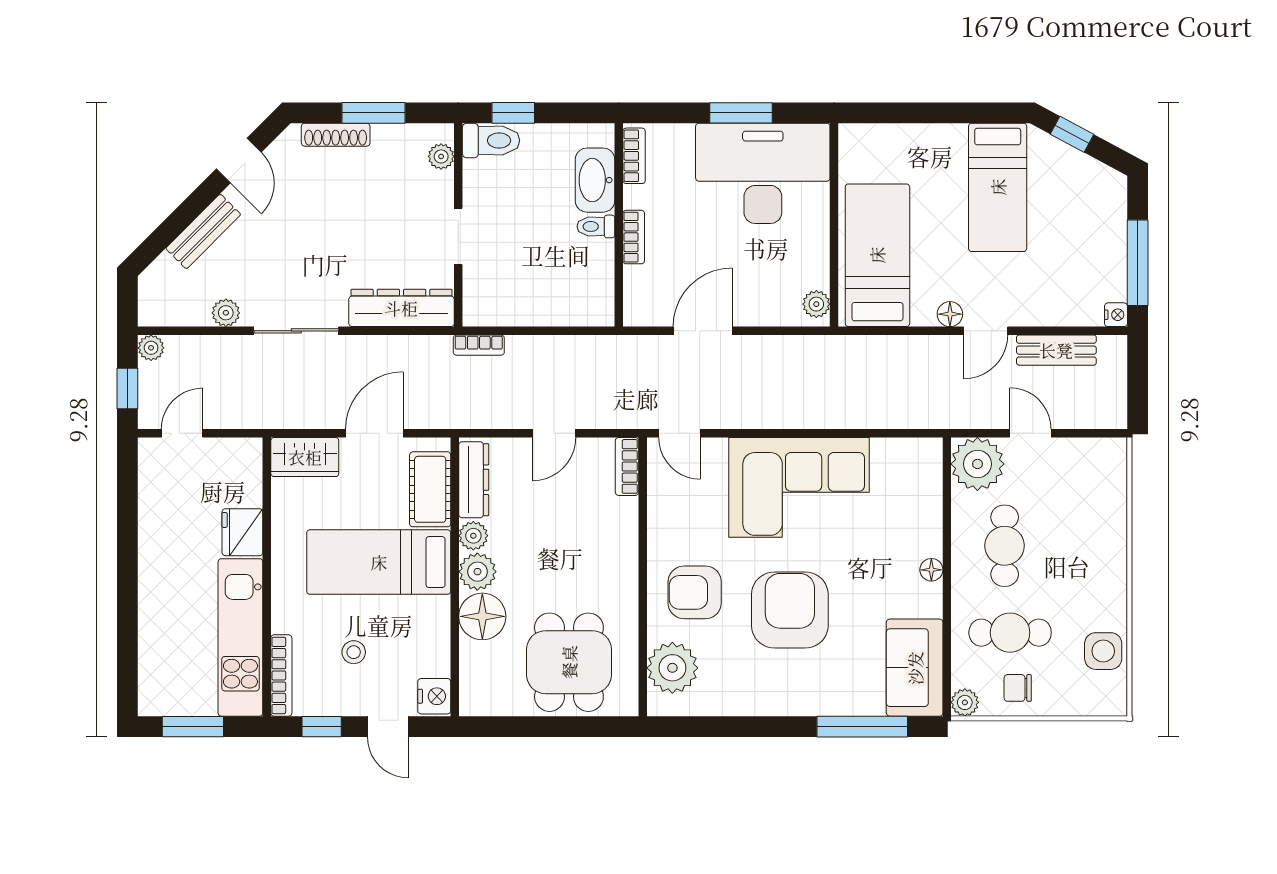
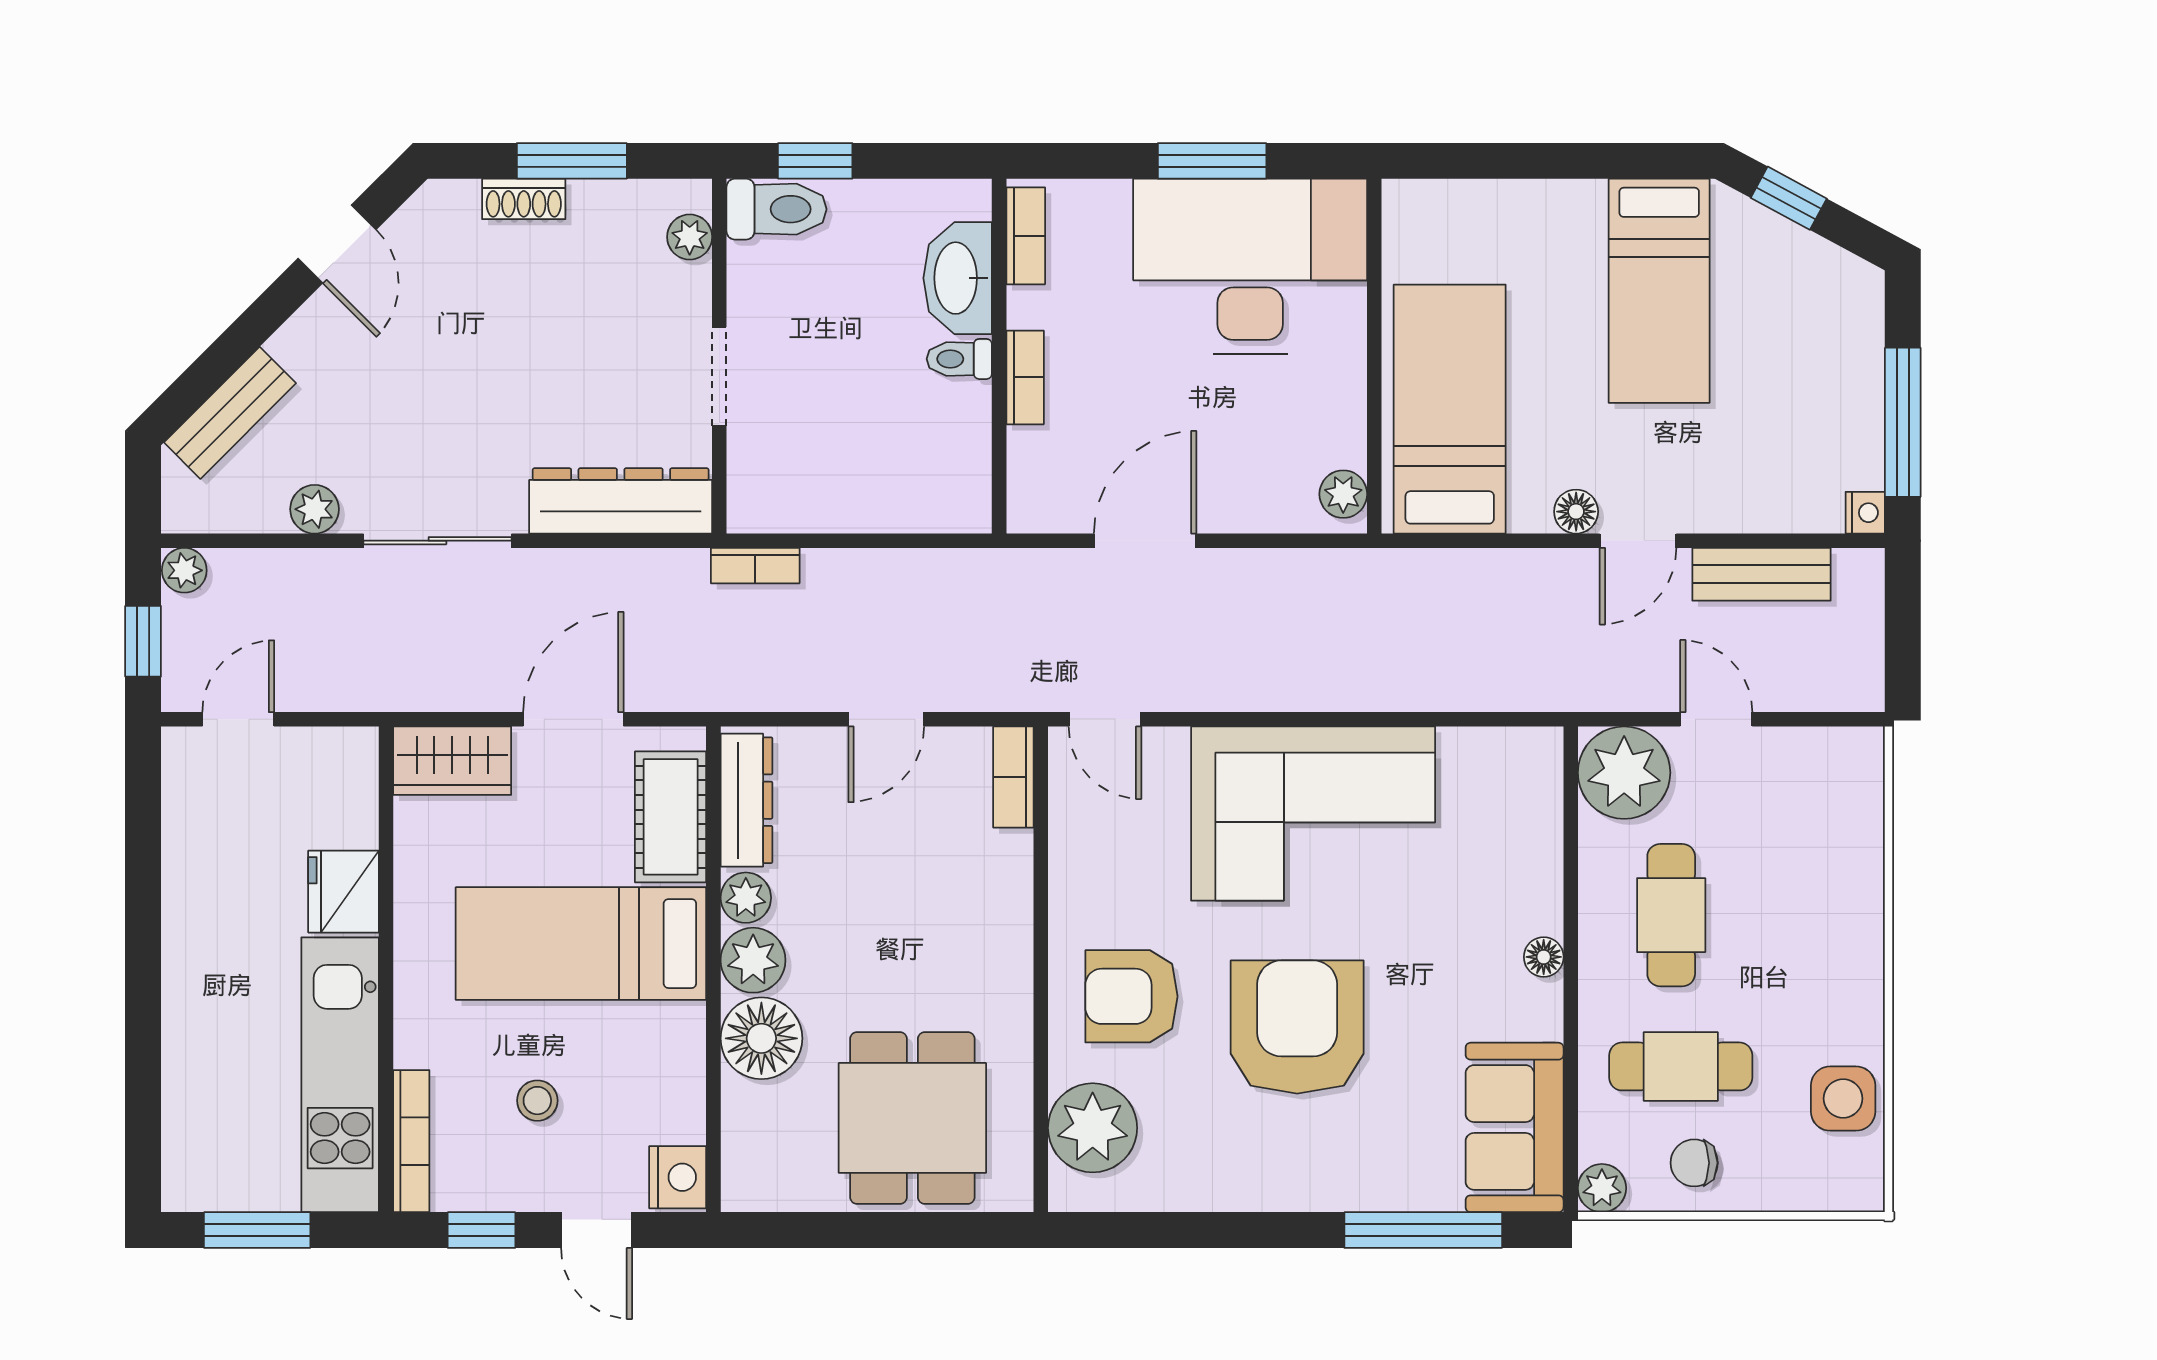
shoe rack: (336, 135) -> (524, 199), width x0.70
bench: (203, 231) -> (230, 413), moved

